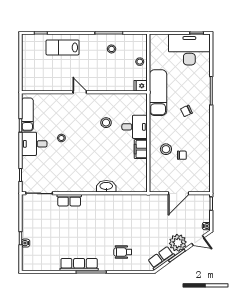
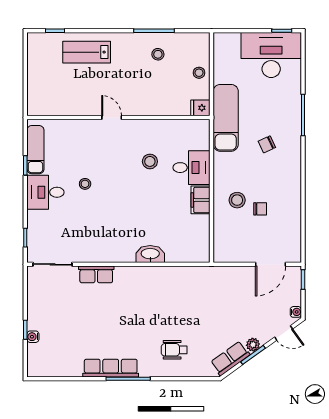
door: (179, 193) -> (270, 264), moved
plant: (178, 243) -> (253, 345), width x0.53, depth x0.53

